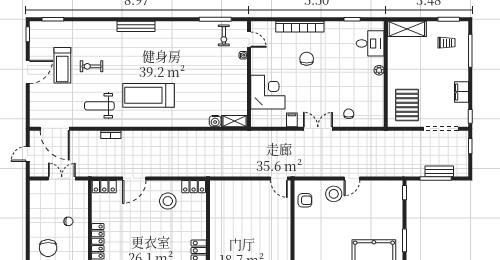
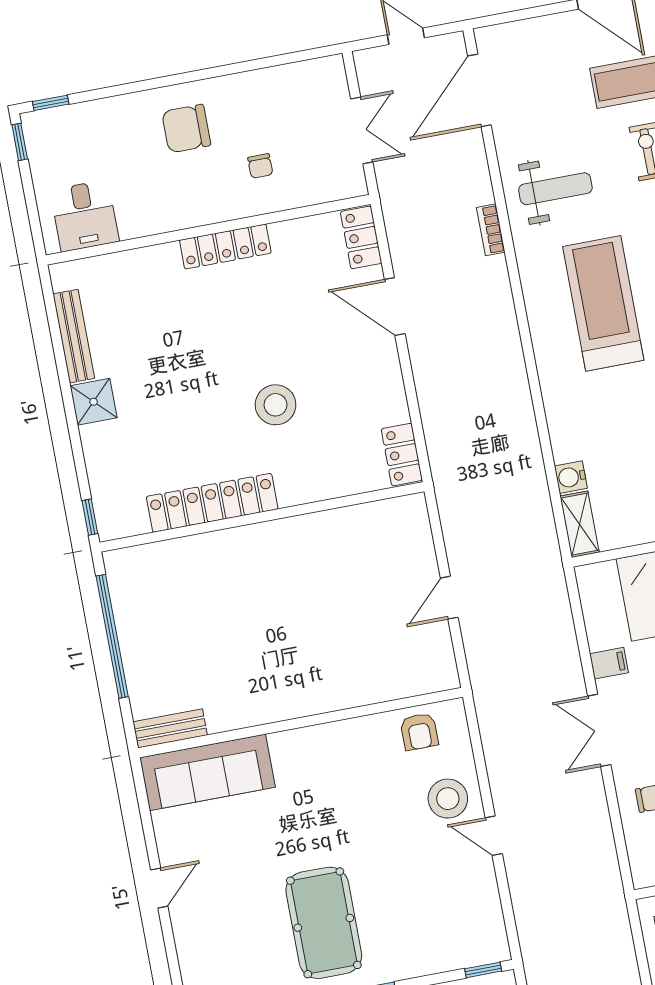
weight bench: (99, 106) -> (555, 189), turned 90
double door: (318, 129) -> (599, 730), swing flipped
door: (279, 178) -> (449, 598), moved
stool: (168, 201) -> (276, 405), moved

